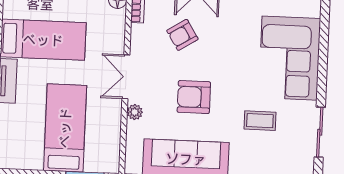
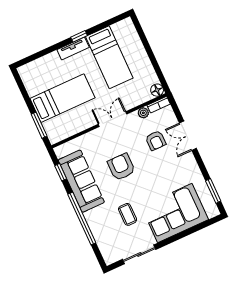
armchair: (182, 35) -> (156, 141), turned -148
plant: (135, 112) -> (143, 113), moved

